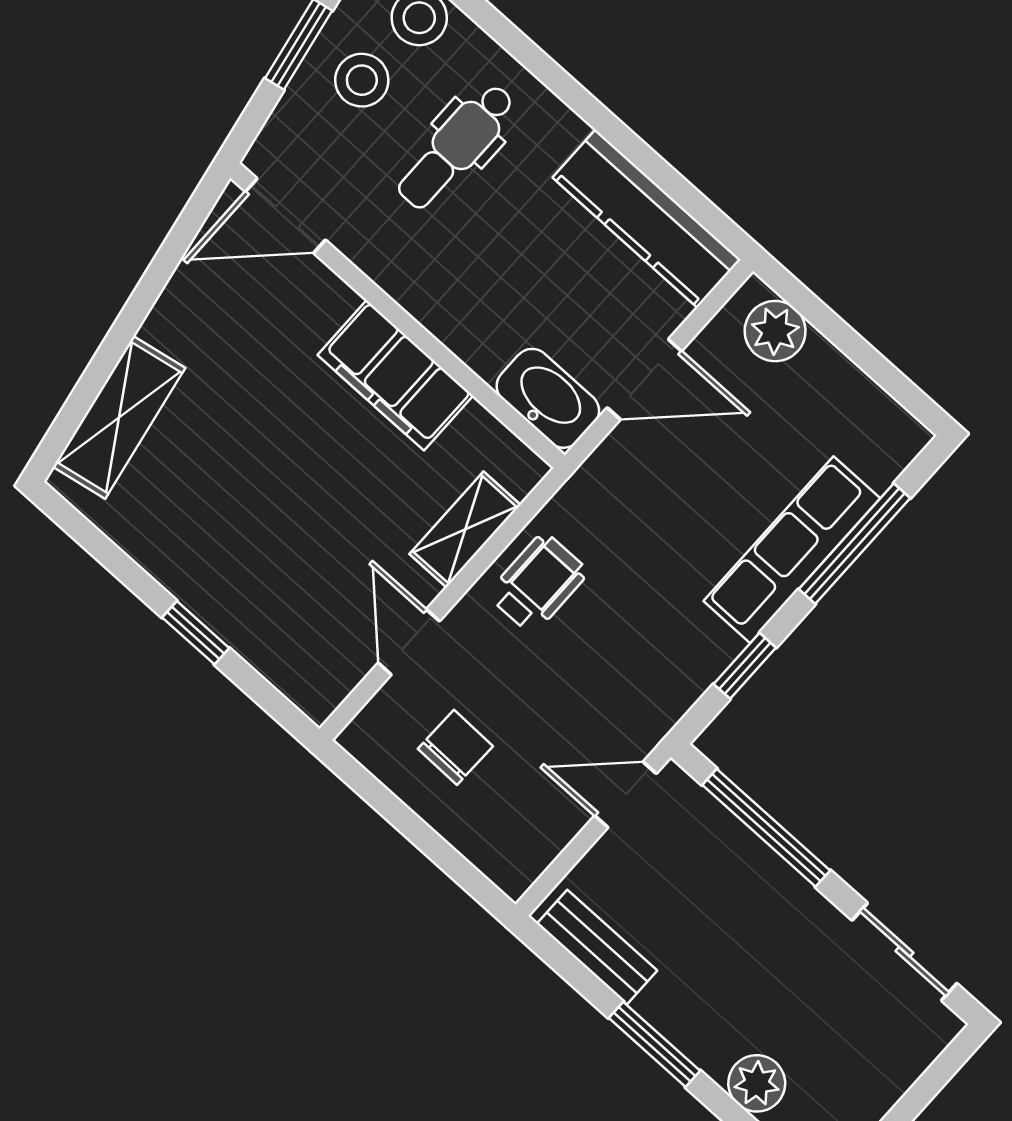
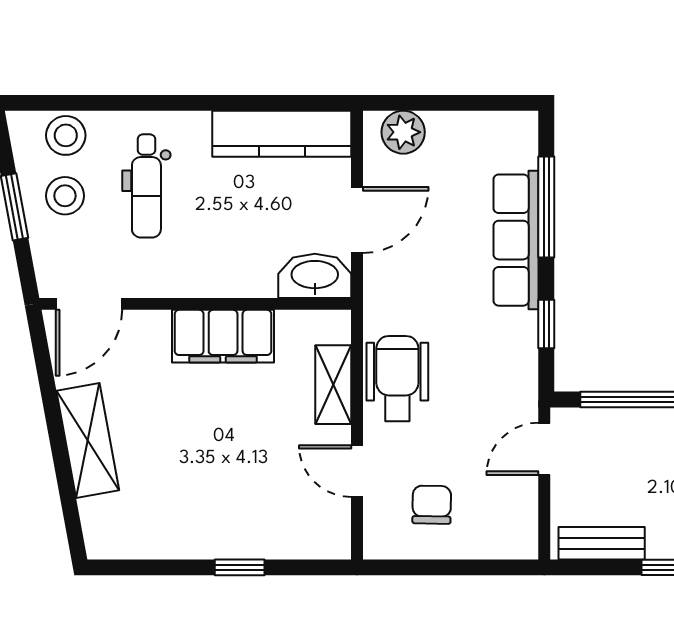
shelving: (119, 417) -> (88, 440), moved
wheelchair: (538, 583) -> (397, 378), width x1.36, depth x1.37

